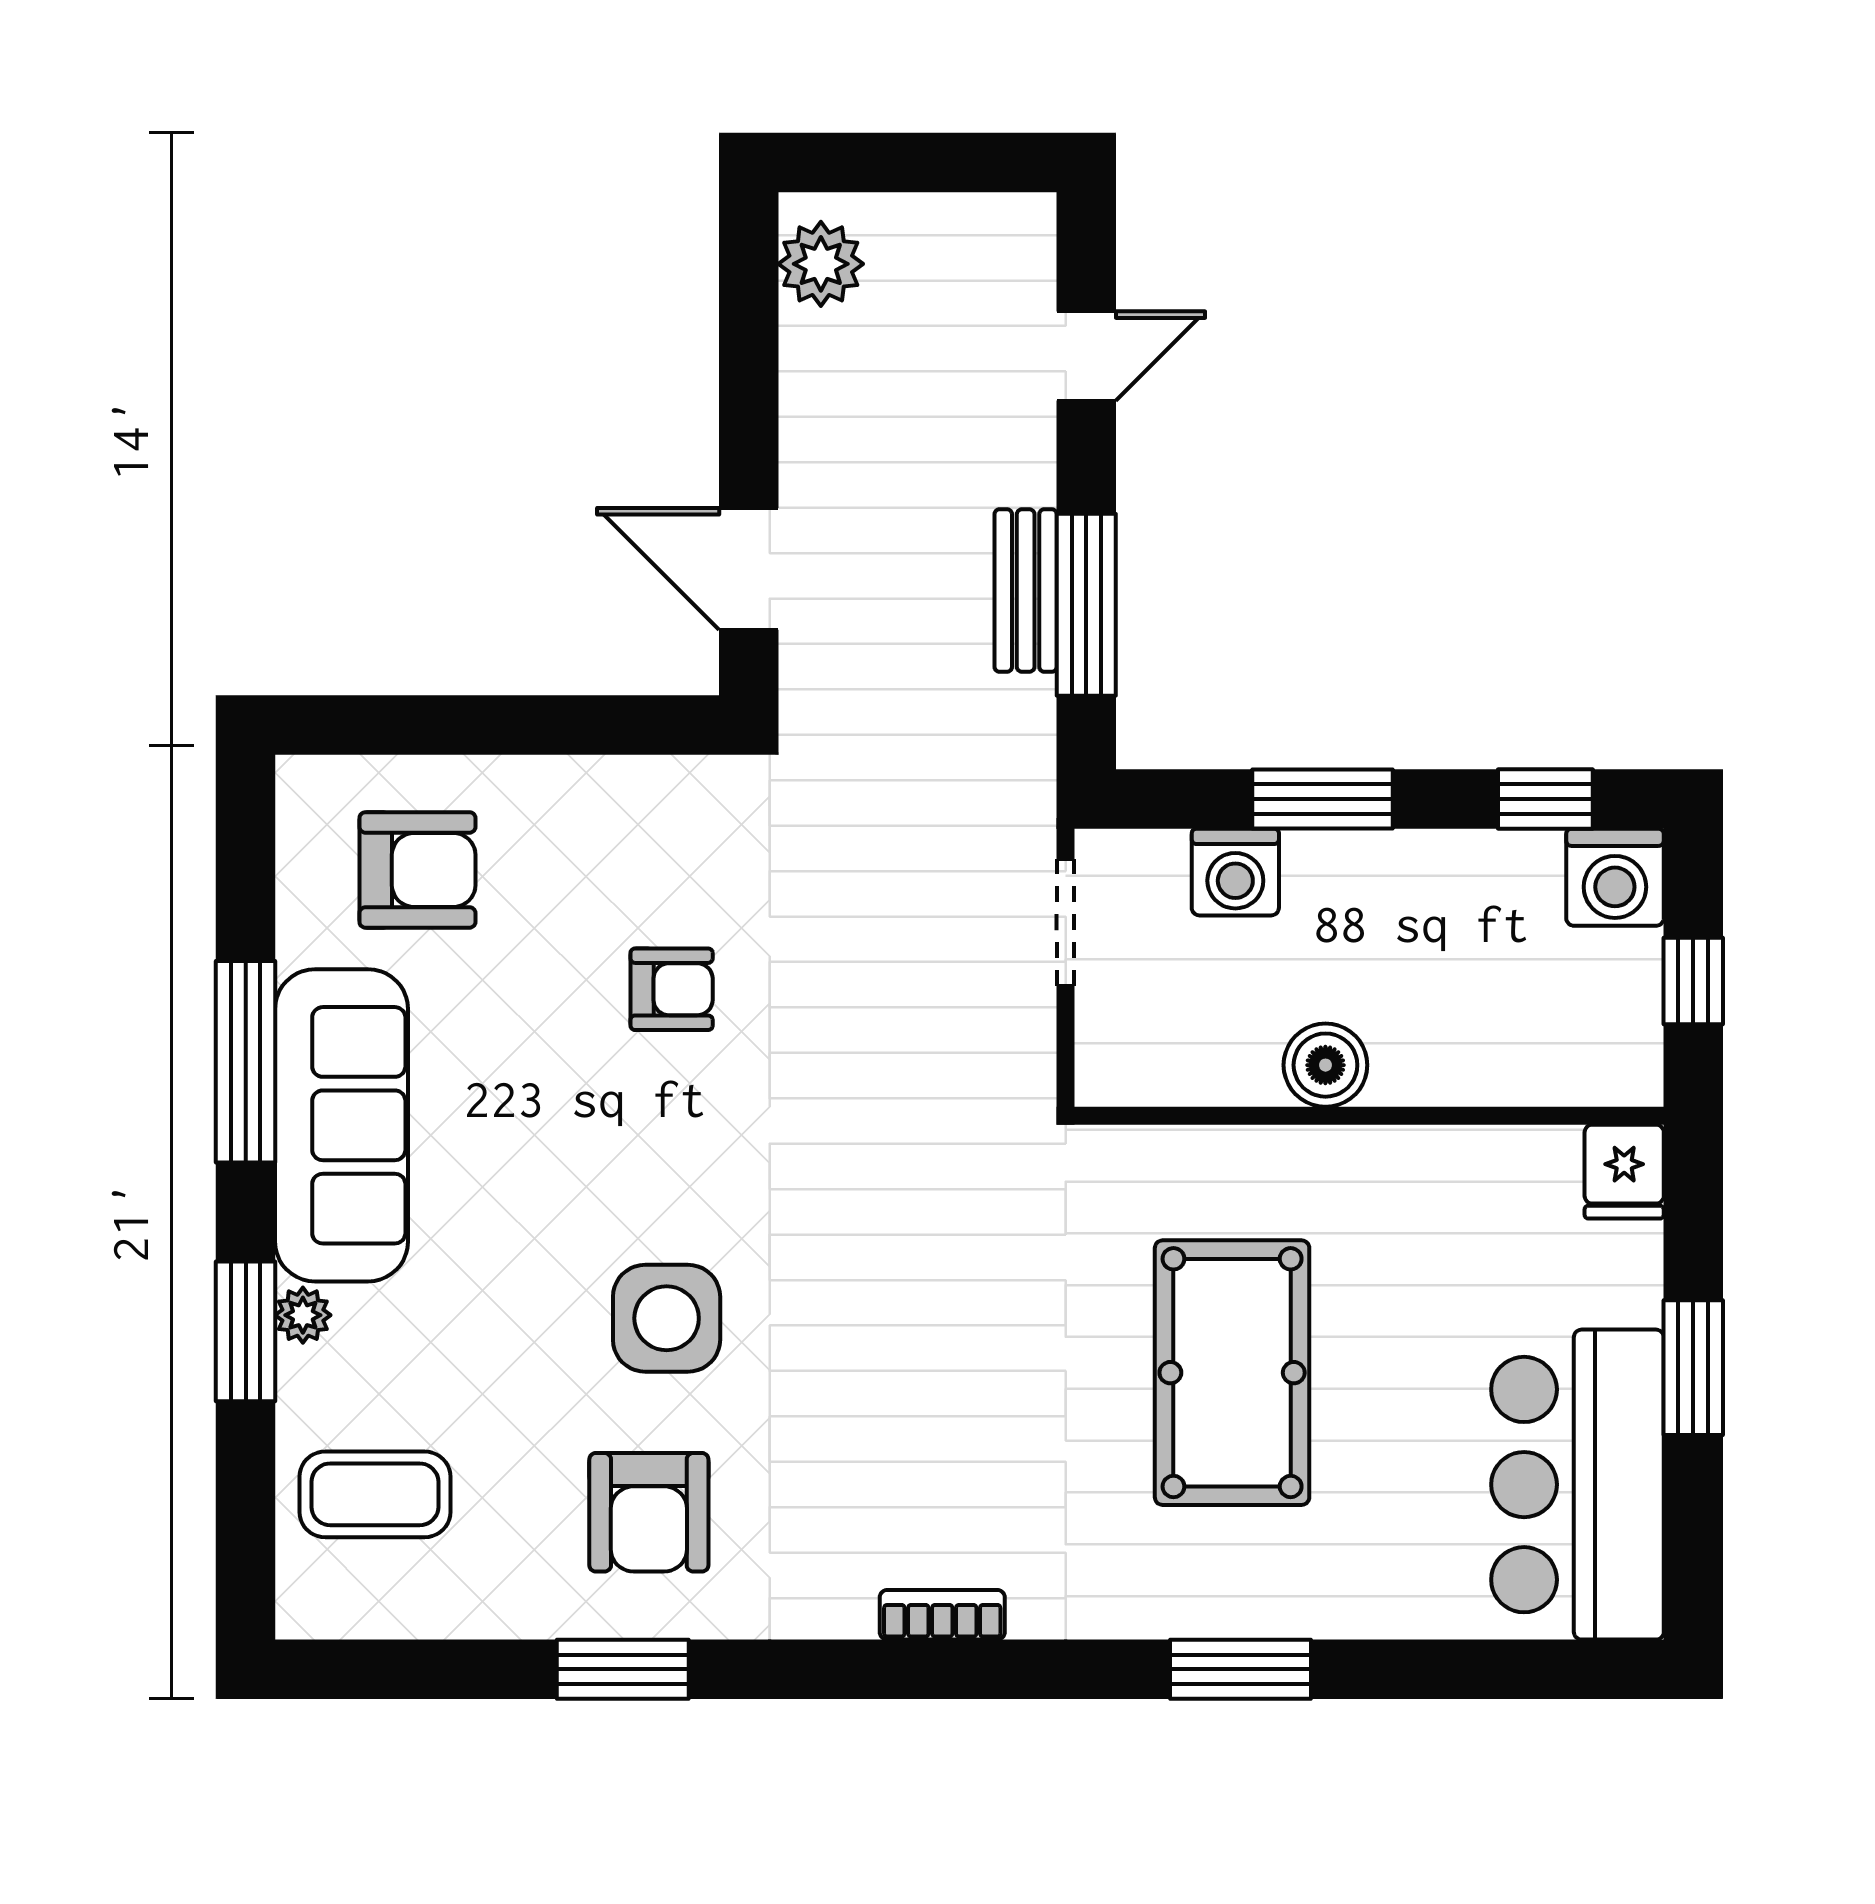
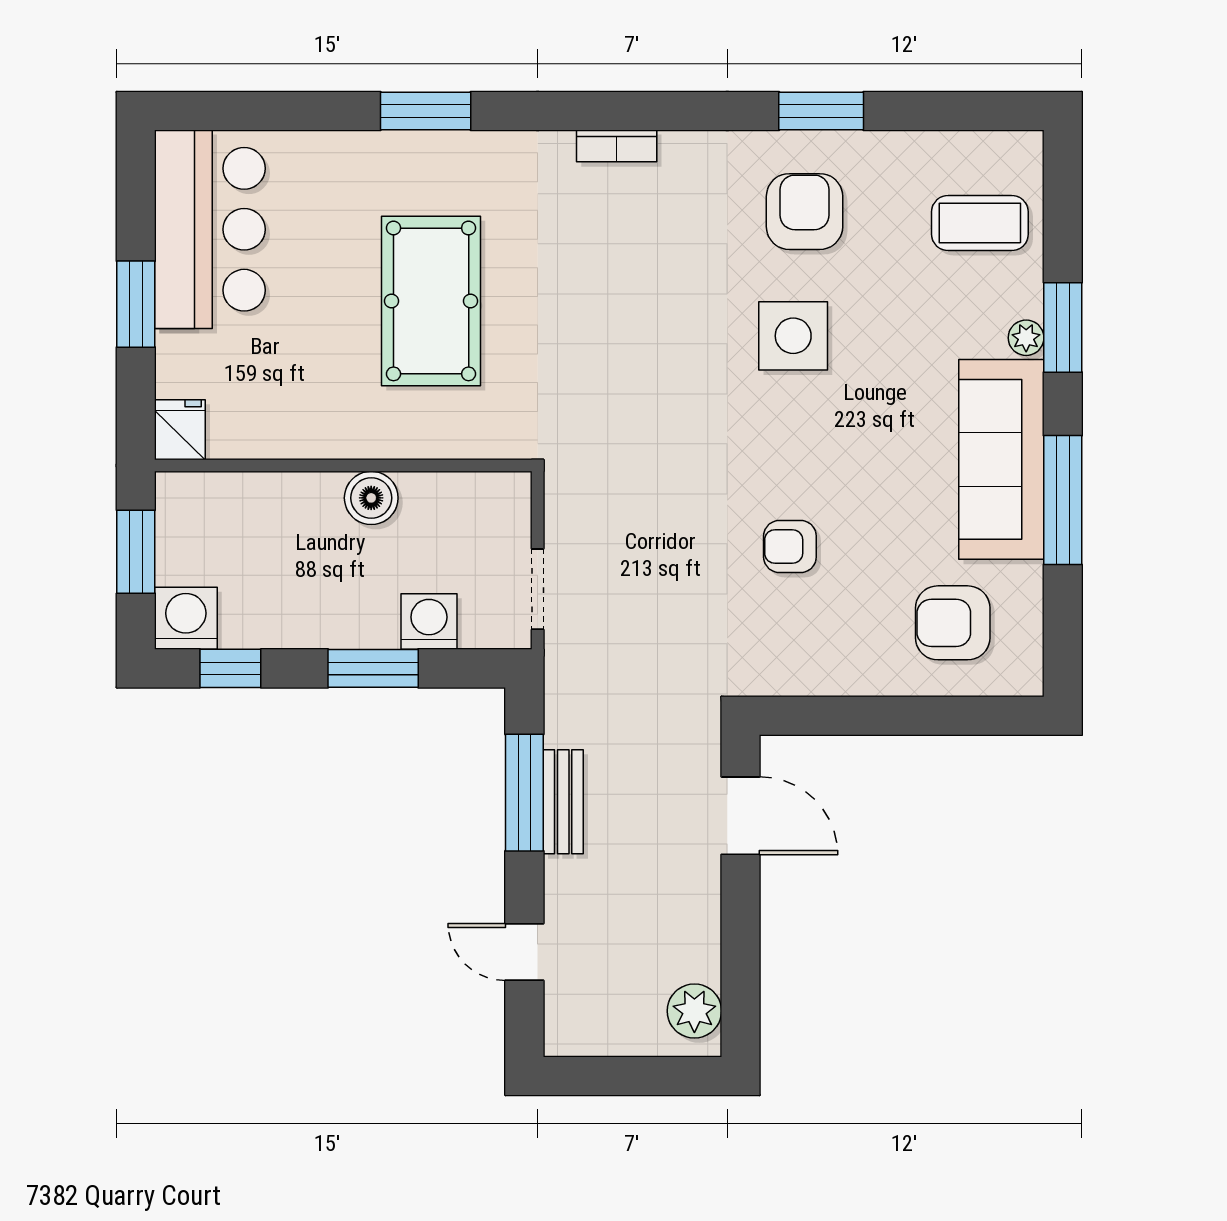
door: (1086, 356) -> (524, 952), hinge flipped
window: (1693, 981) -> (136, 552), width x1.50

